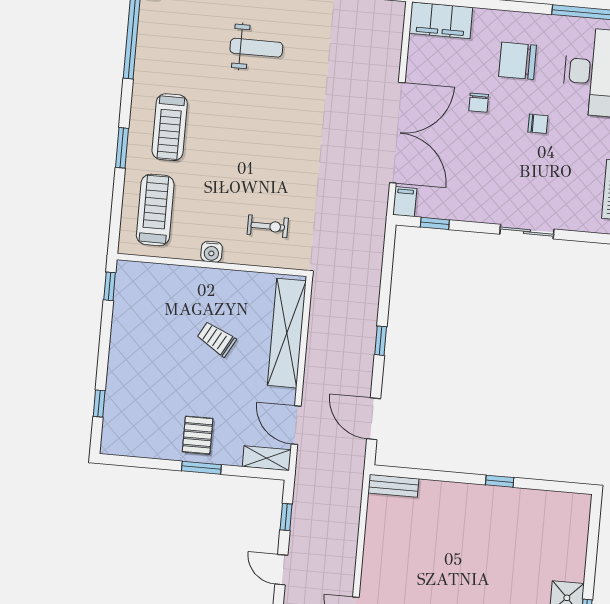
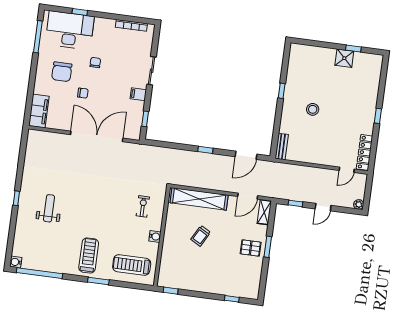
treadmill: (170, 127) -> (89, 255), turned -90
filing cabinet: (405, 202) -> (138, 94), moved
stool: (467, 542) -> (313, 109), added

